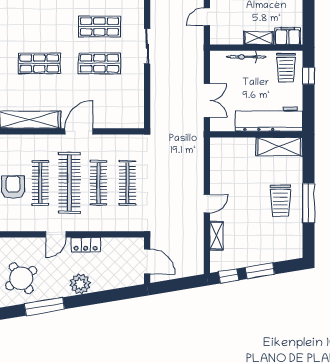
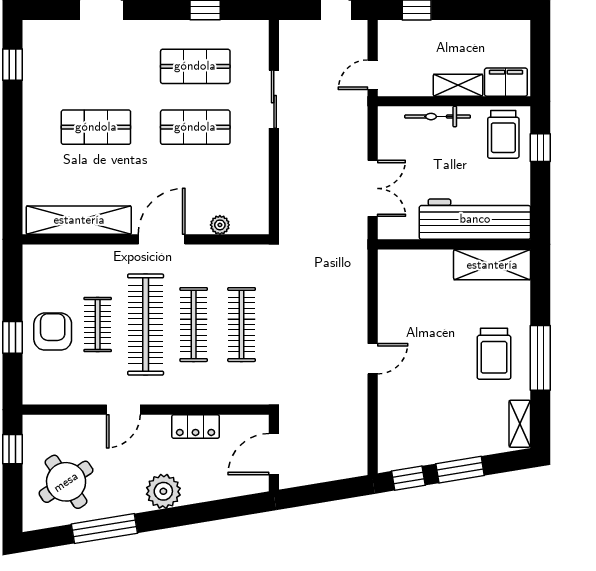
door: (207, 17) -> (373, 75), moved
plant: (114, 123) -> (220, 225), added
clothes rail: (40, 183) -> (98, 325), width x0.73
shelving: (216, 236) -> (520, 424), moved
locker: (86, 245) -> (196, 426), moved
door: (147, 261) -> (274, 454), swing flipped

